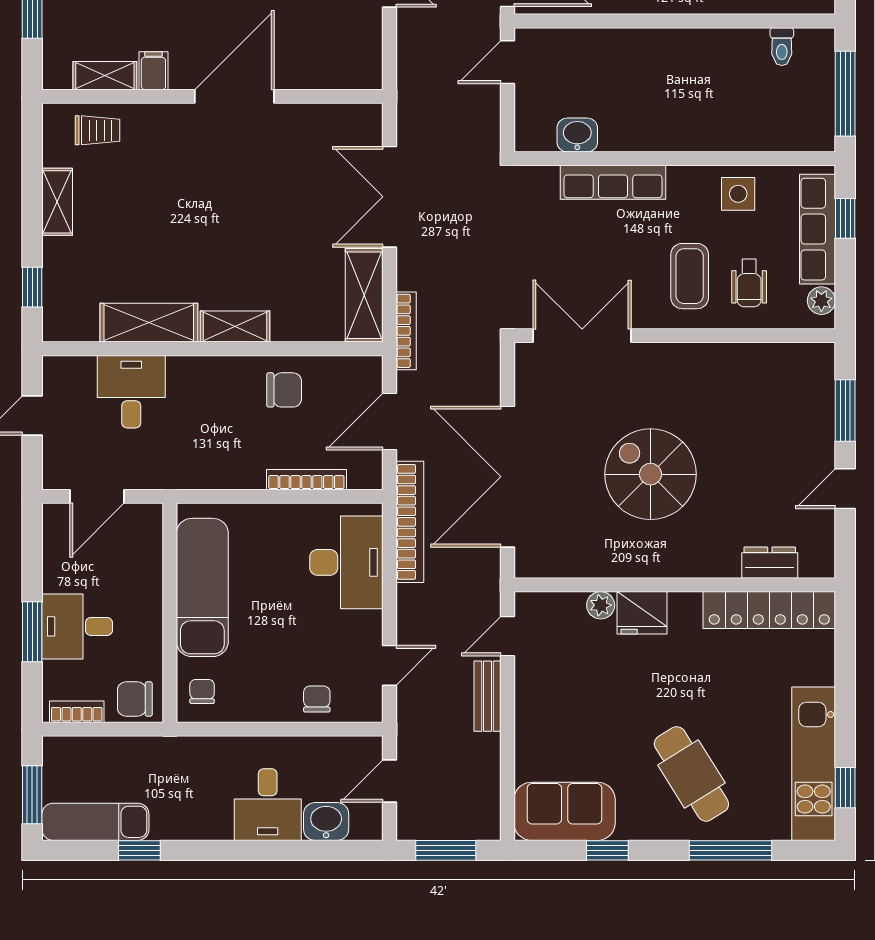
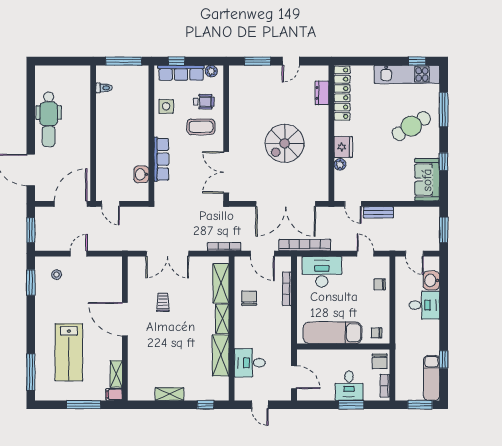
filing cabinet: (153, 71) -> (114, 394), moved
trolley: (98, 130) -> (163, 302), moved
shelving: (364, 295) -> (221, 283), moved, turned 90
door: (845, 489) -> (291, 61), hinge flipped

